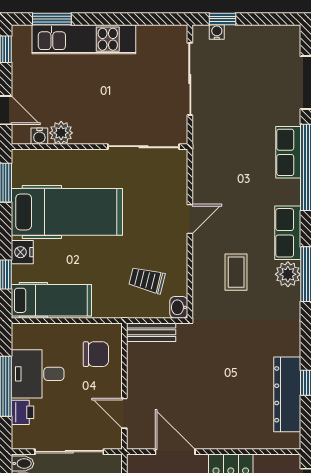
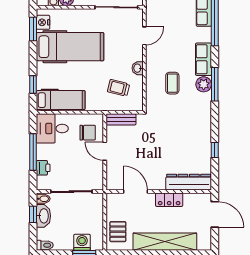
door: (190, 219) -> (144, 36), moved
nightstand: (22, 252) -> (43, 22), moved
washbasin: (179, 307) -> (138, 68), moved
desk: (38, 374) -> (52, 128), moved
dresser: (287, 394) -> (189, 182), moved, turned 90
door: (124, 413) -> (105, 151), moved

